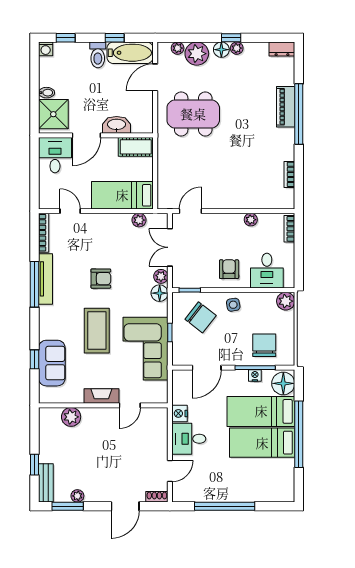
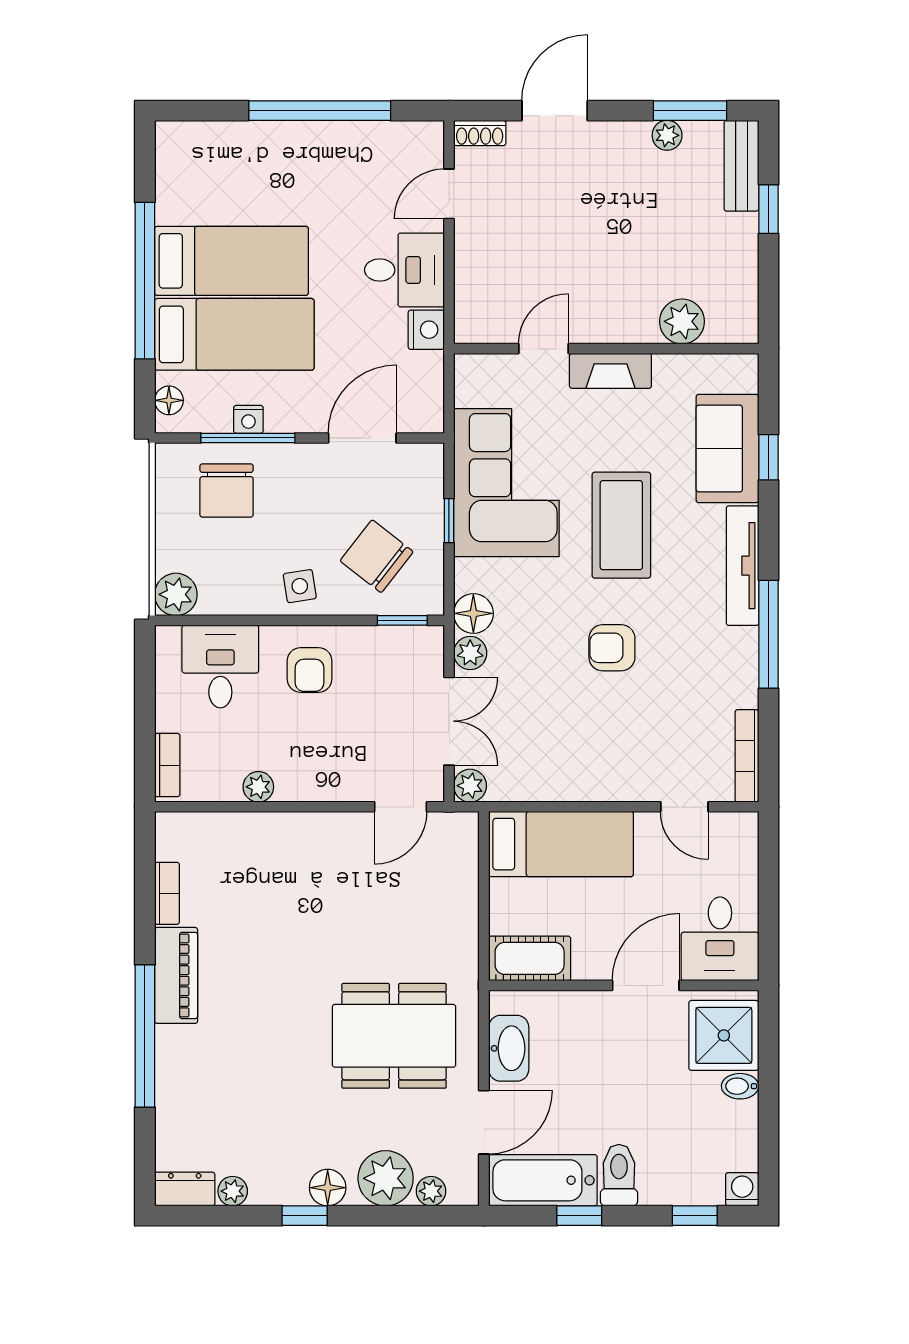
plant: (237, 48) -> (233, 1191), moved
piano: (286, 107) -> (176, 975), moved
washbasin: (117, 125) -> (509, 1048), moved, turned -90
plant: (139, 220) -> (470, 786), moved
tv unit: (45, 279) -> (743, 566), moved
floor lamp: (283, 383) -> (169, 400), width x0.53, depth x0.53

